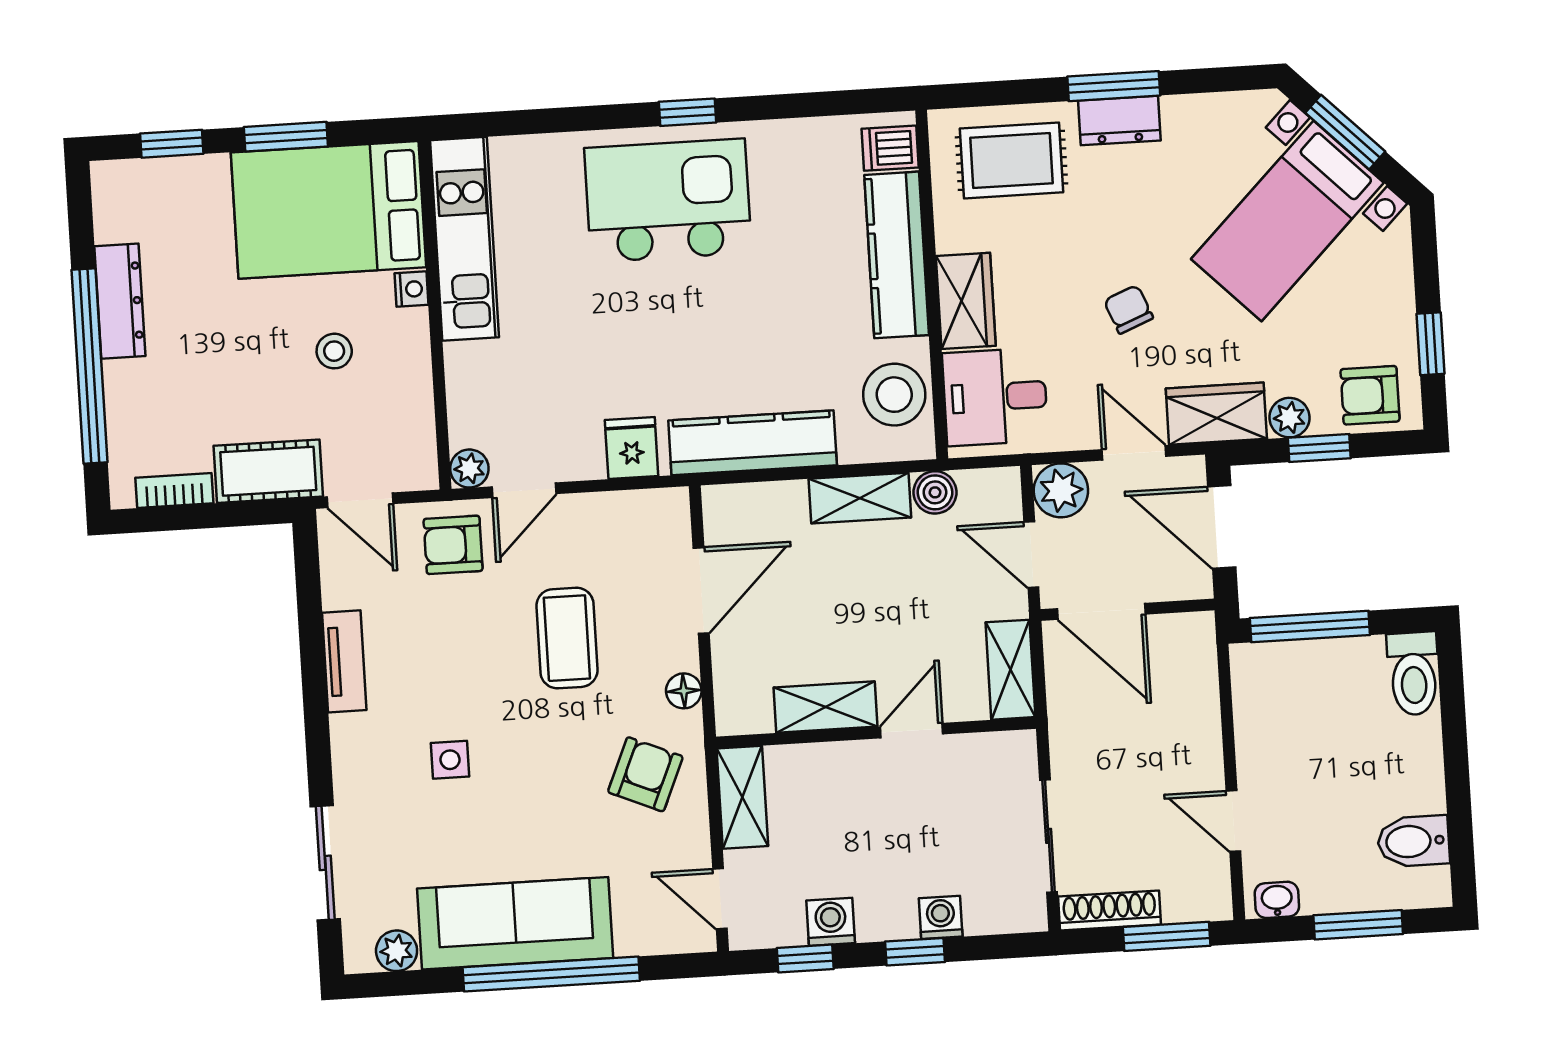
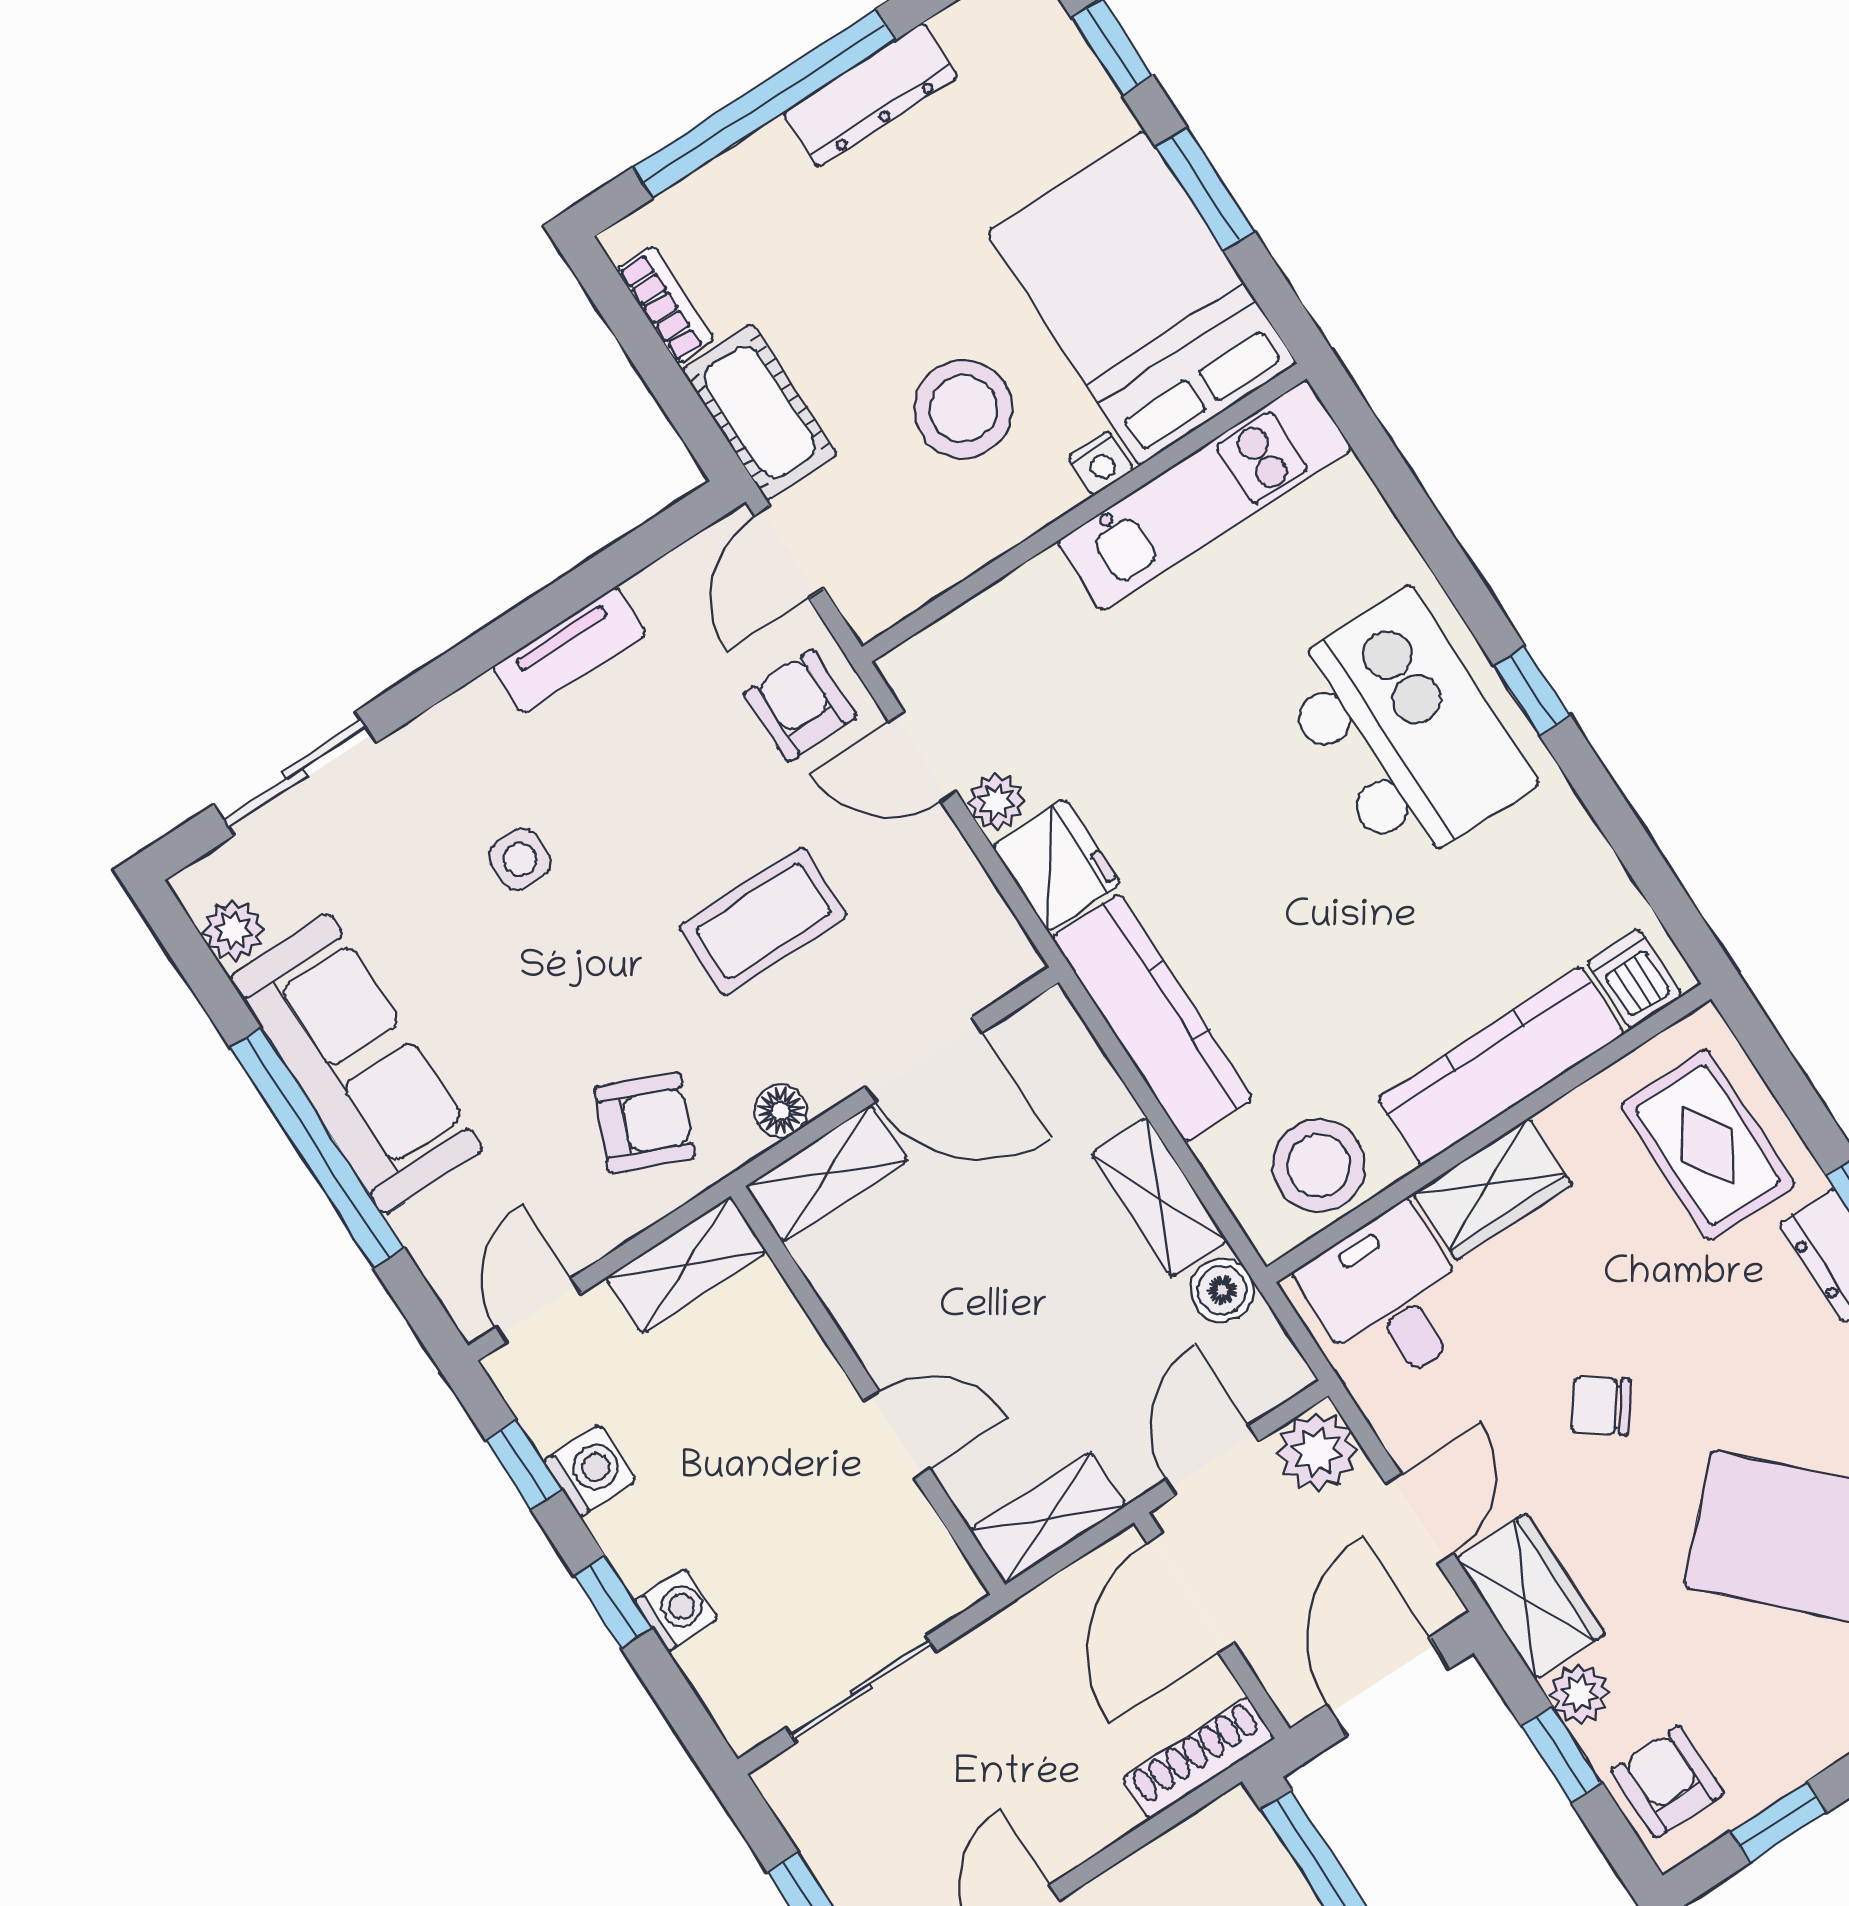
chair: (1128, 309) -> (1601, 1406), turned -122
stool: (334, 351) -> (963, 409), width x1.89, depth x1.89
fridge: (632, 448) -> (1056, 865), width x1.38
plant: (469, 469) -> (997, 802), moved
shelving: (826, 707) -> (827, 1173), moved, turned 90
shoe rack: (1109, 910) -> (1198, 1758), moved, turned -90

